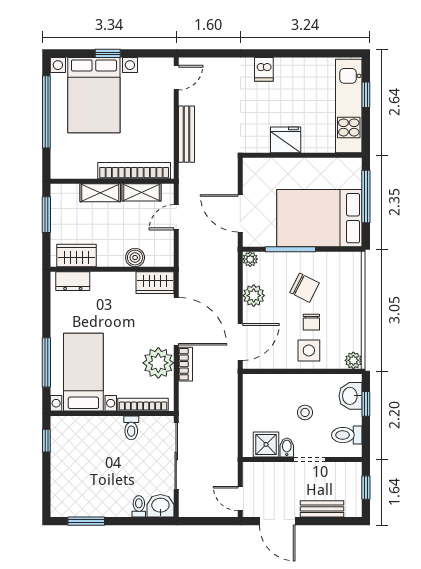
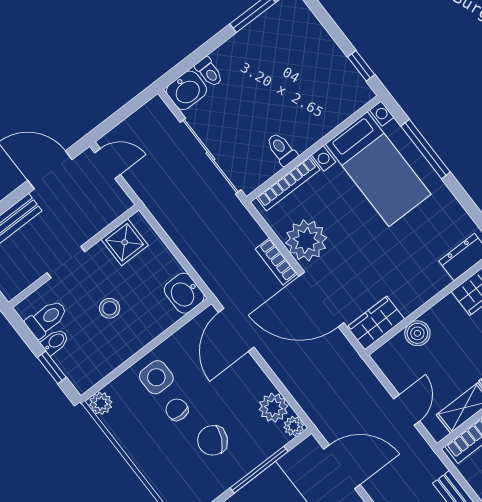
plant: (254, 296) -> (273, 408), moved
washbasin: (350, 396) -> (184, 293), moved, turned 180
bidet: (287, 447) -> (55, 342), moved, turned -90

